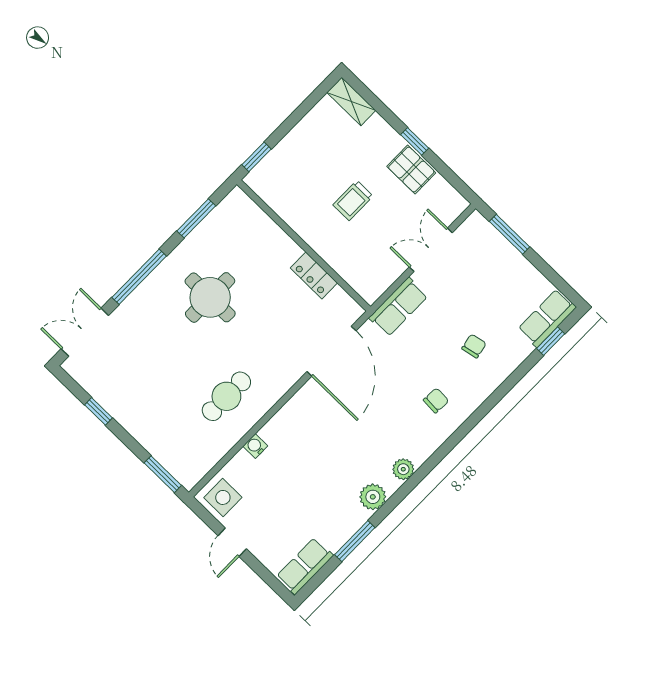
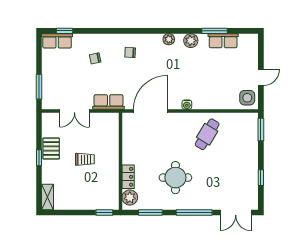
plant: (243, 210) -> (130, 197), added
locker: (314, 275) -> (128, 177), moved
cafe table: (226, 396) -> (207, 134), turned -59
water cooler: (255, 446) -> (187, 105), moved
row of seats: (305, 566) -> (223, 41), moved

